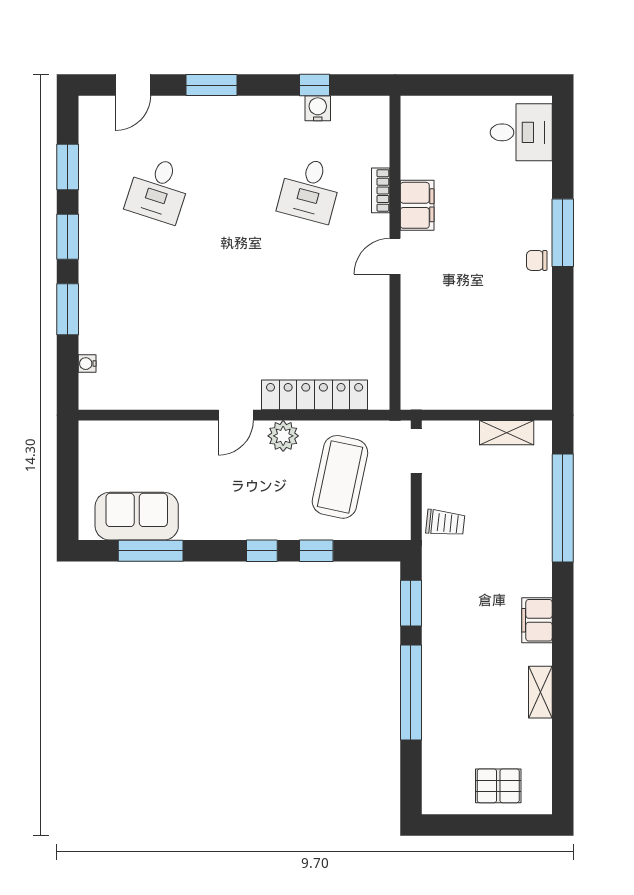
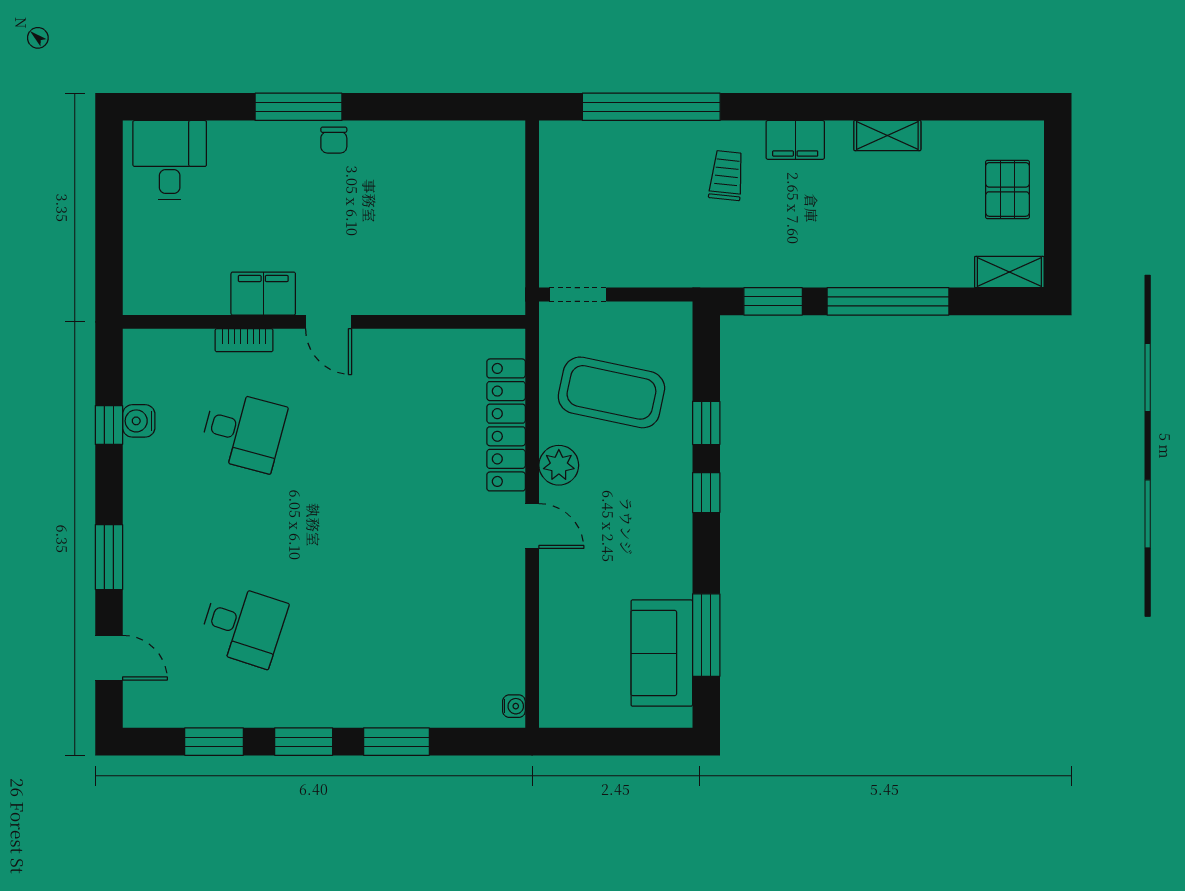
water cooler: (87, 364) -> (514, 706), moved, turned -90
shelving: (507, 433) -> (1009, 272), moved, turned 90
trolley: (445, 523) -> (726, 176), moved

